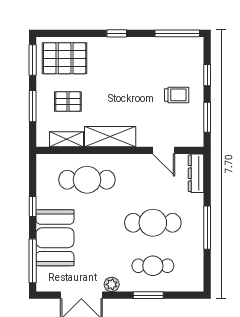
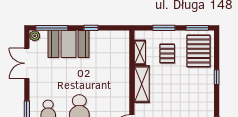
window: (117, 33) -> (217, 77), moved
cafe table: (87, 180) -> (111, 67), removed
plant: (112, 284) -> (35, 36), moved

